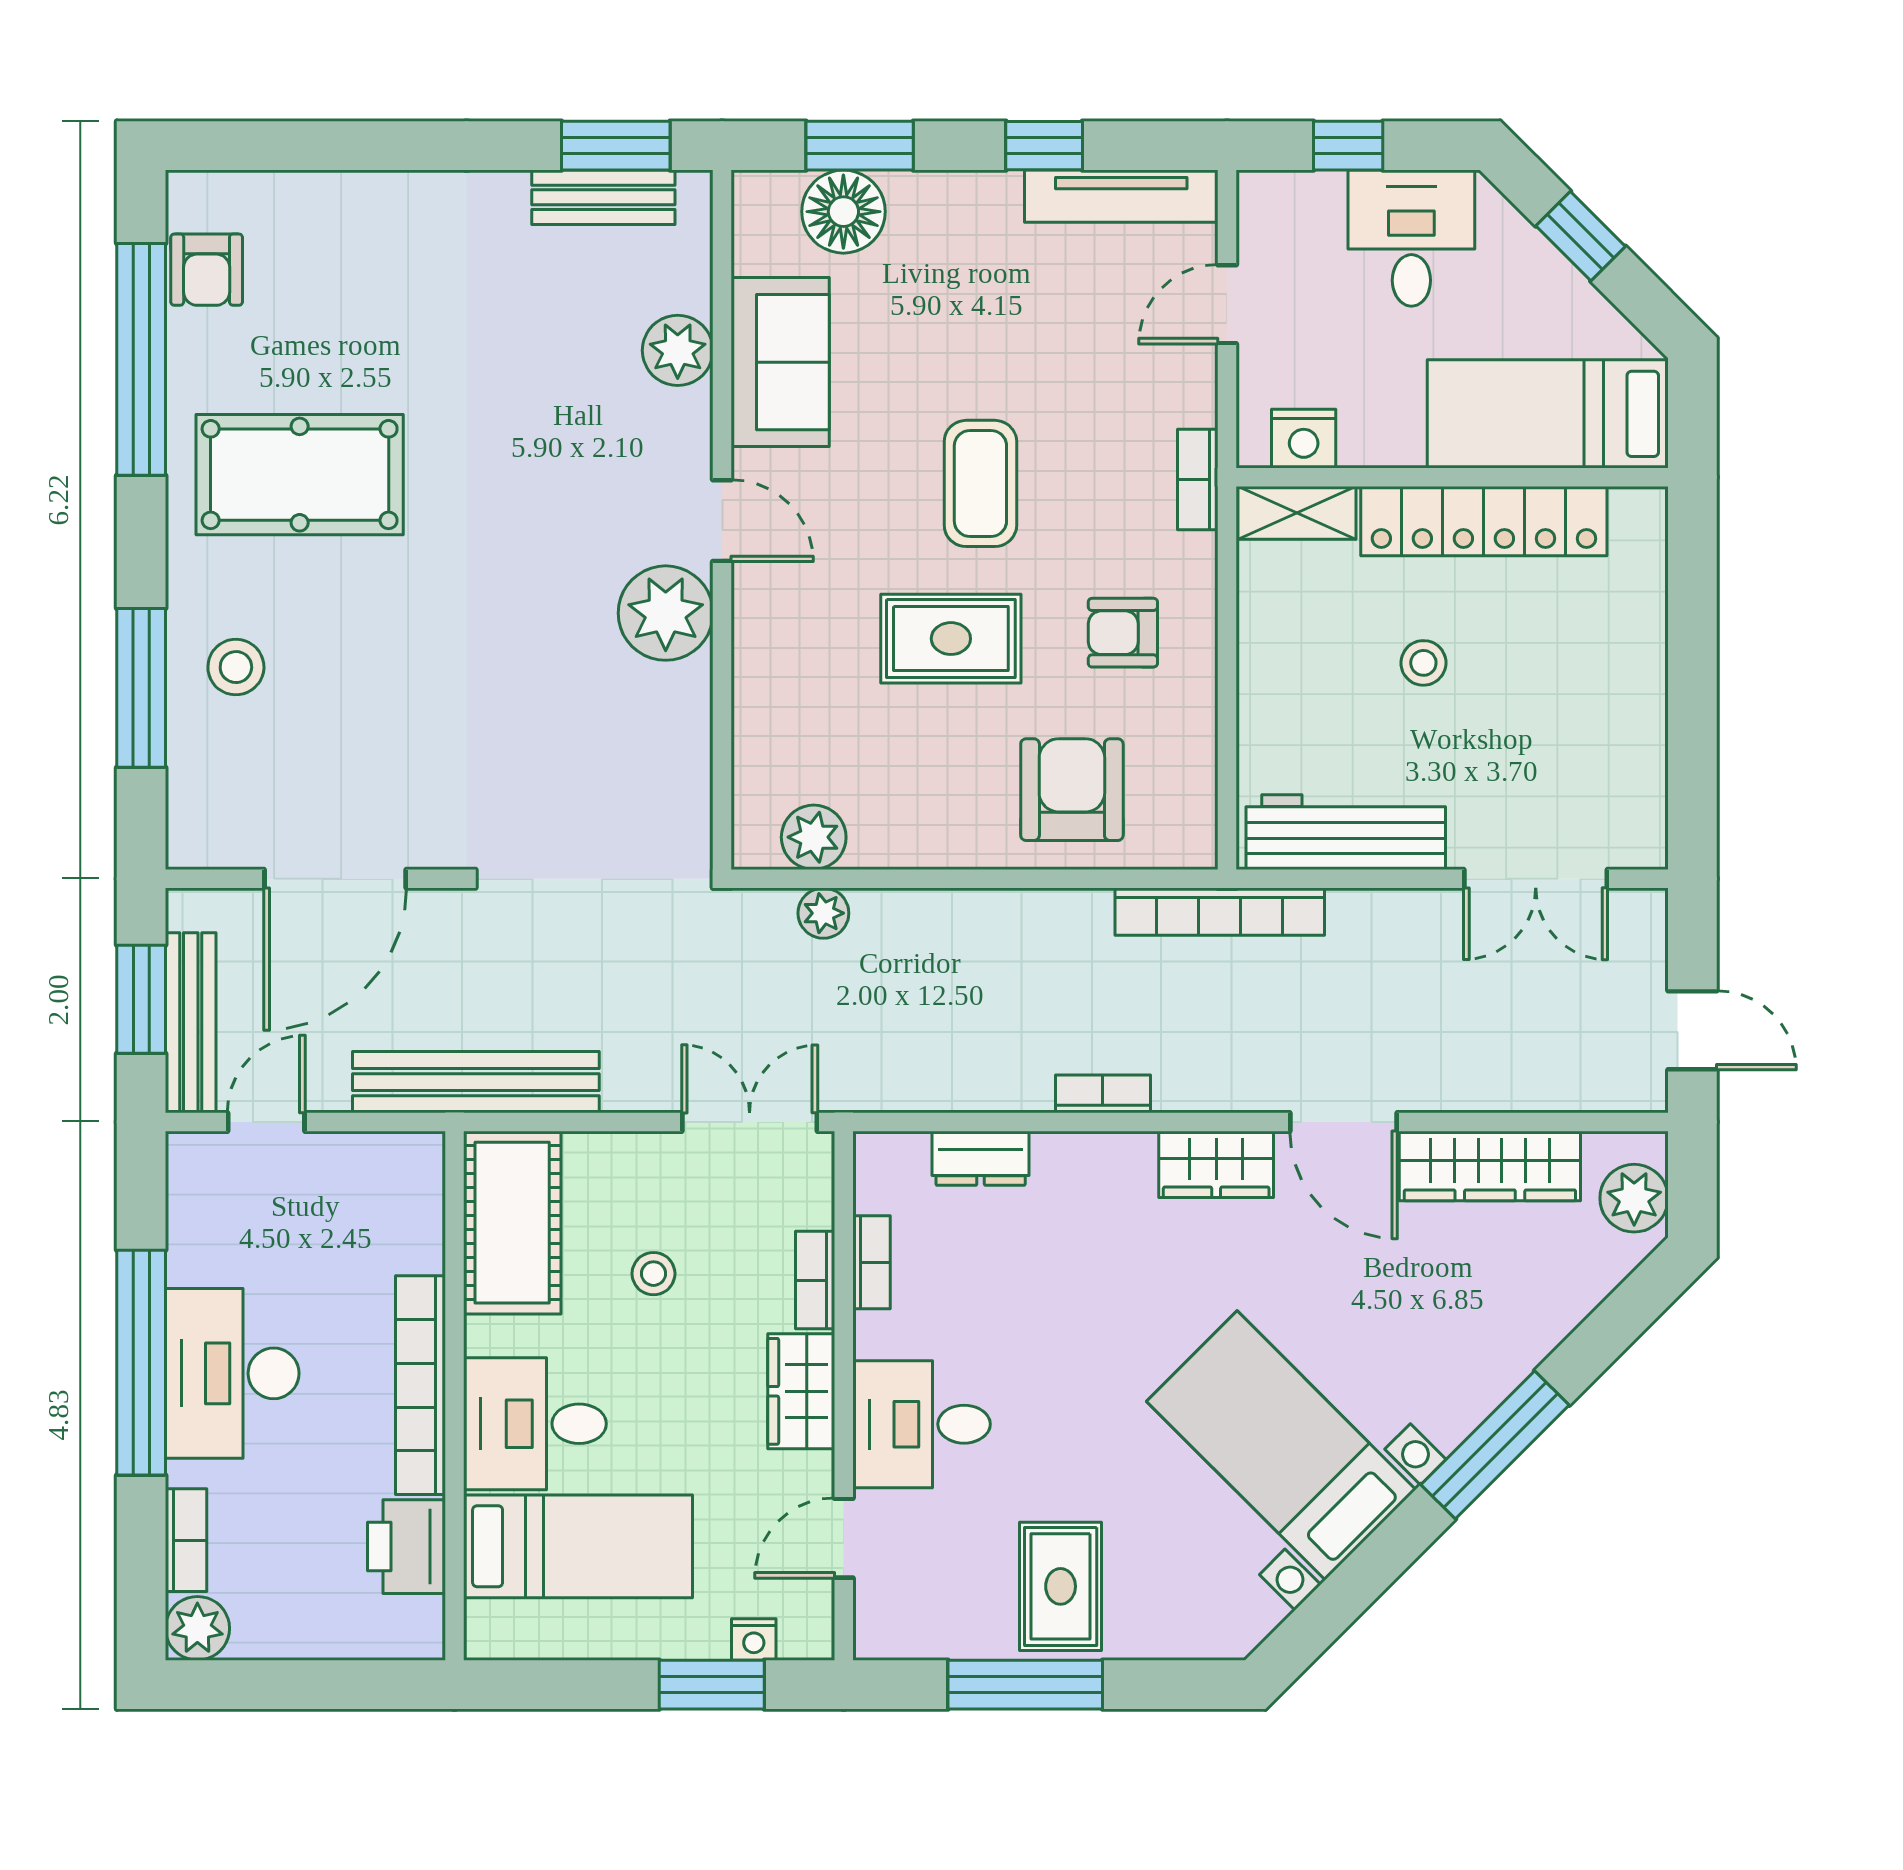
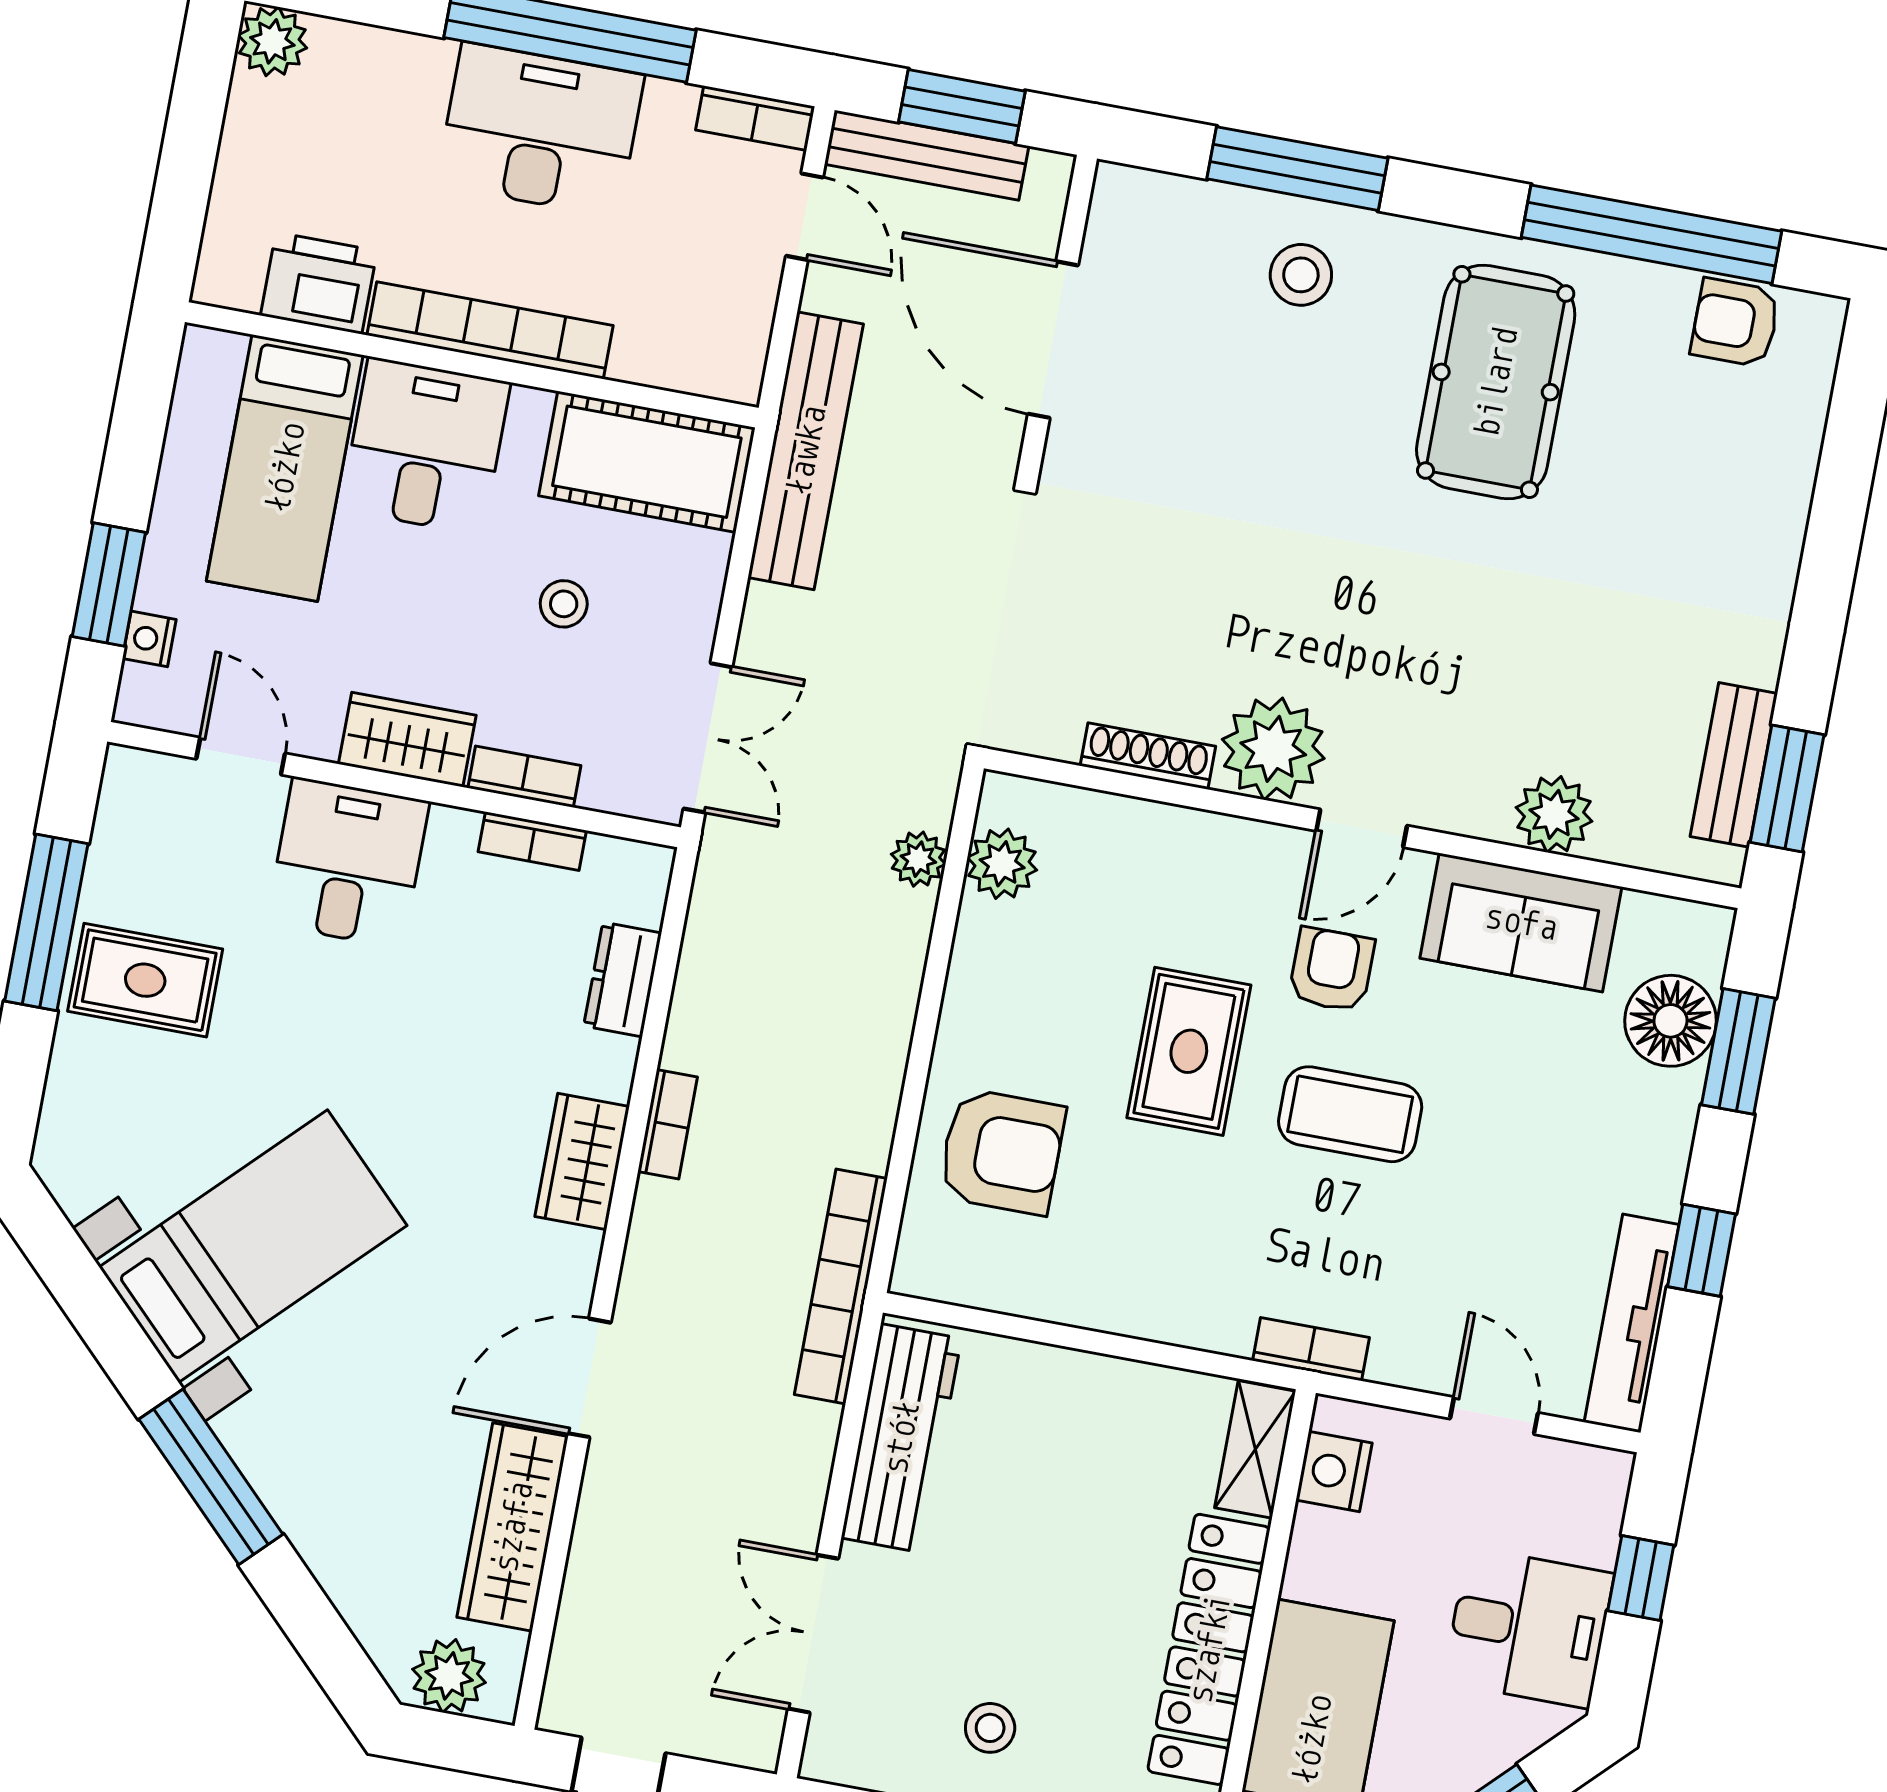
armchair: (1123, 633) -> (1332, 970), moved
stool: (1423, 663) -> (990, 1728), moved
shoe rack: (693, 724) -> (1148, 756), added
wardrobe: (1216, 1164) -> (582, 1161), moved
bookcase: (186, 1540) -> (755, 118), moved

